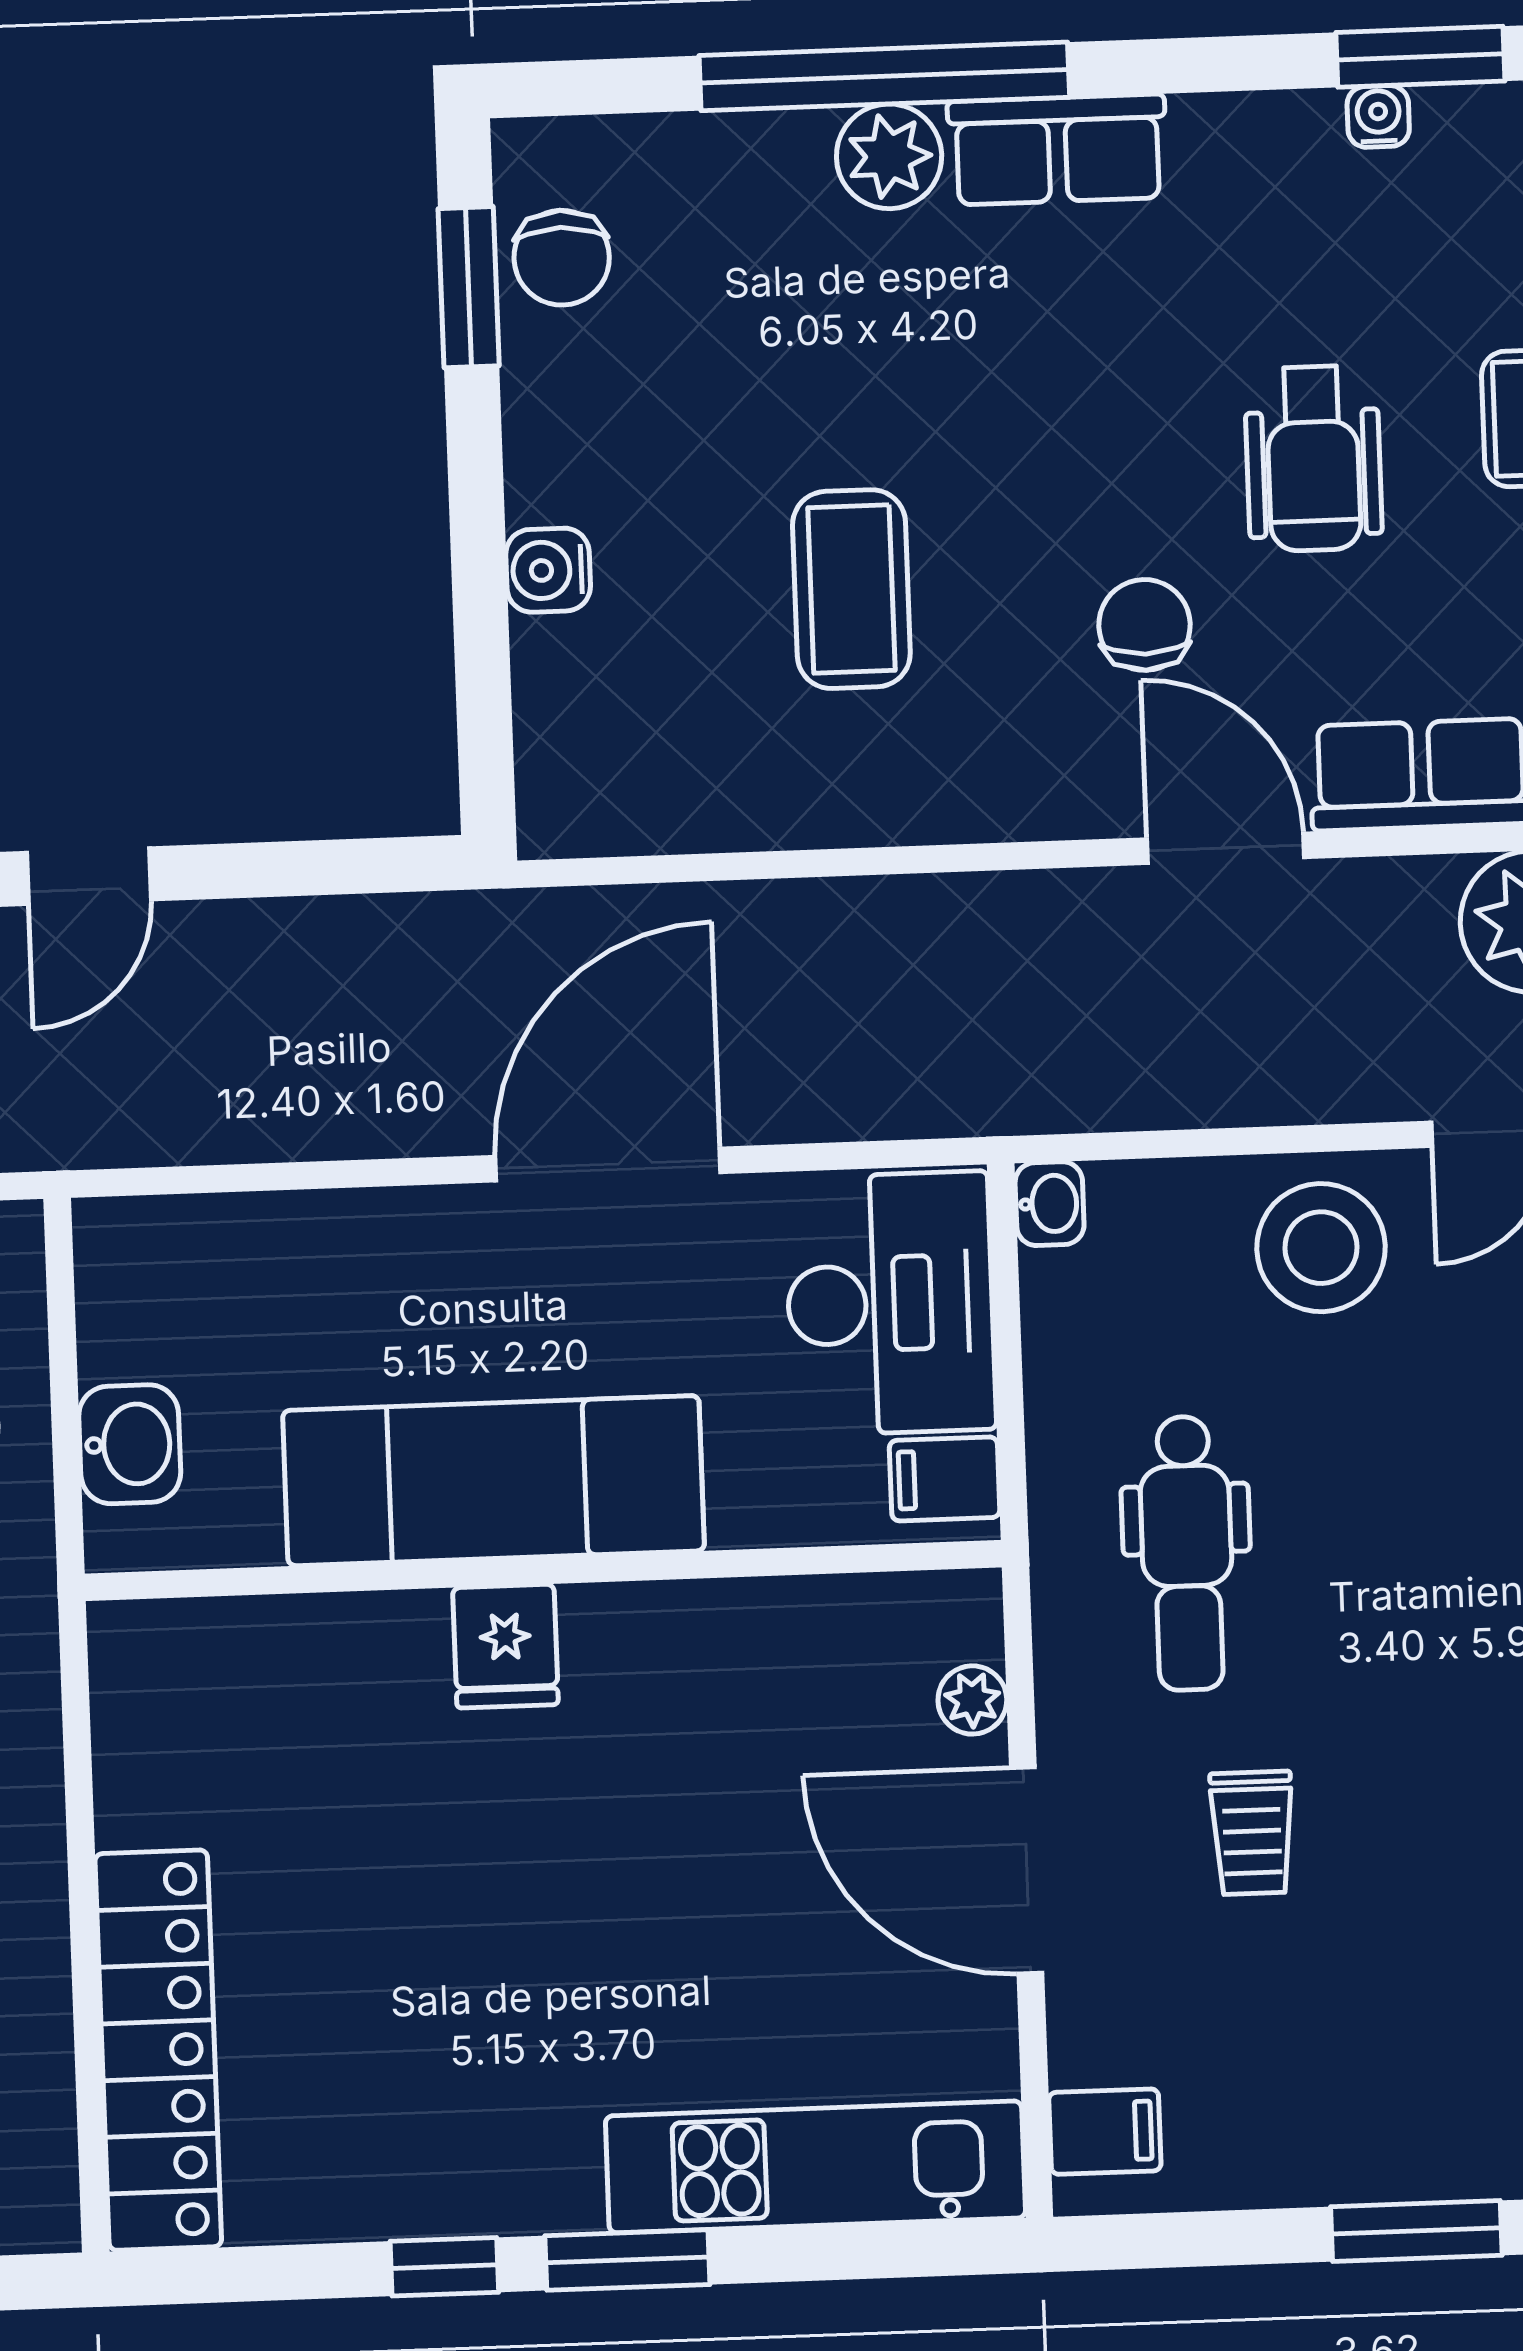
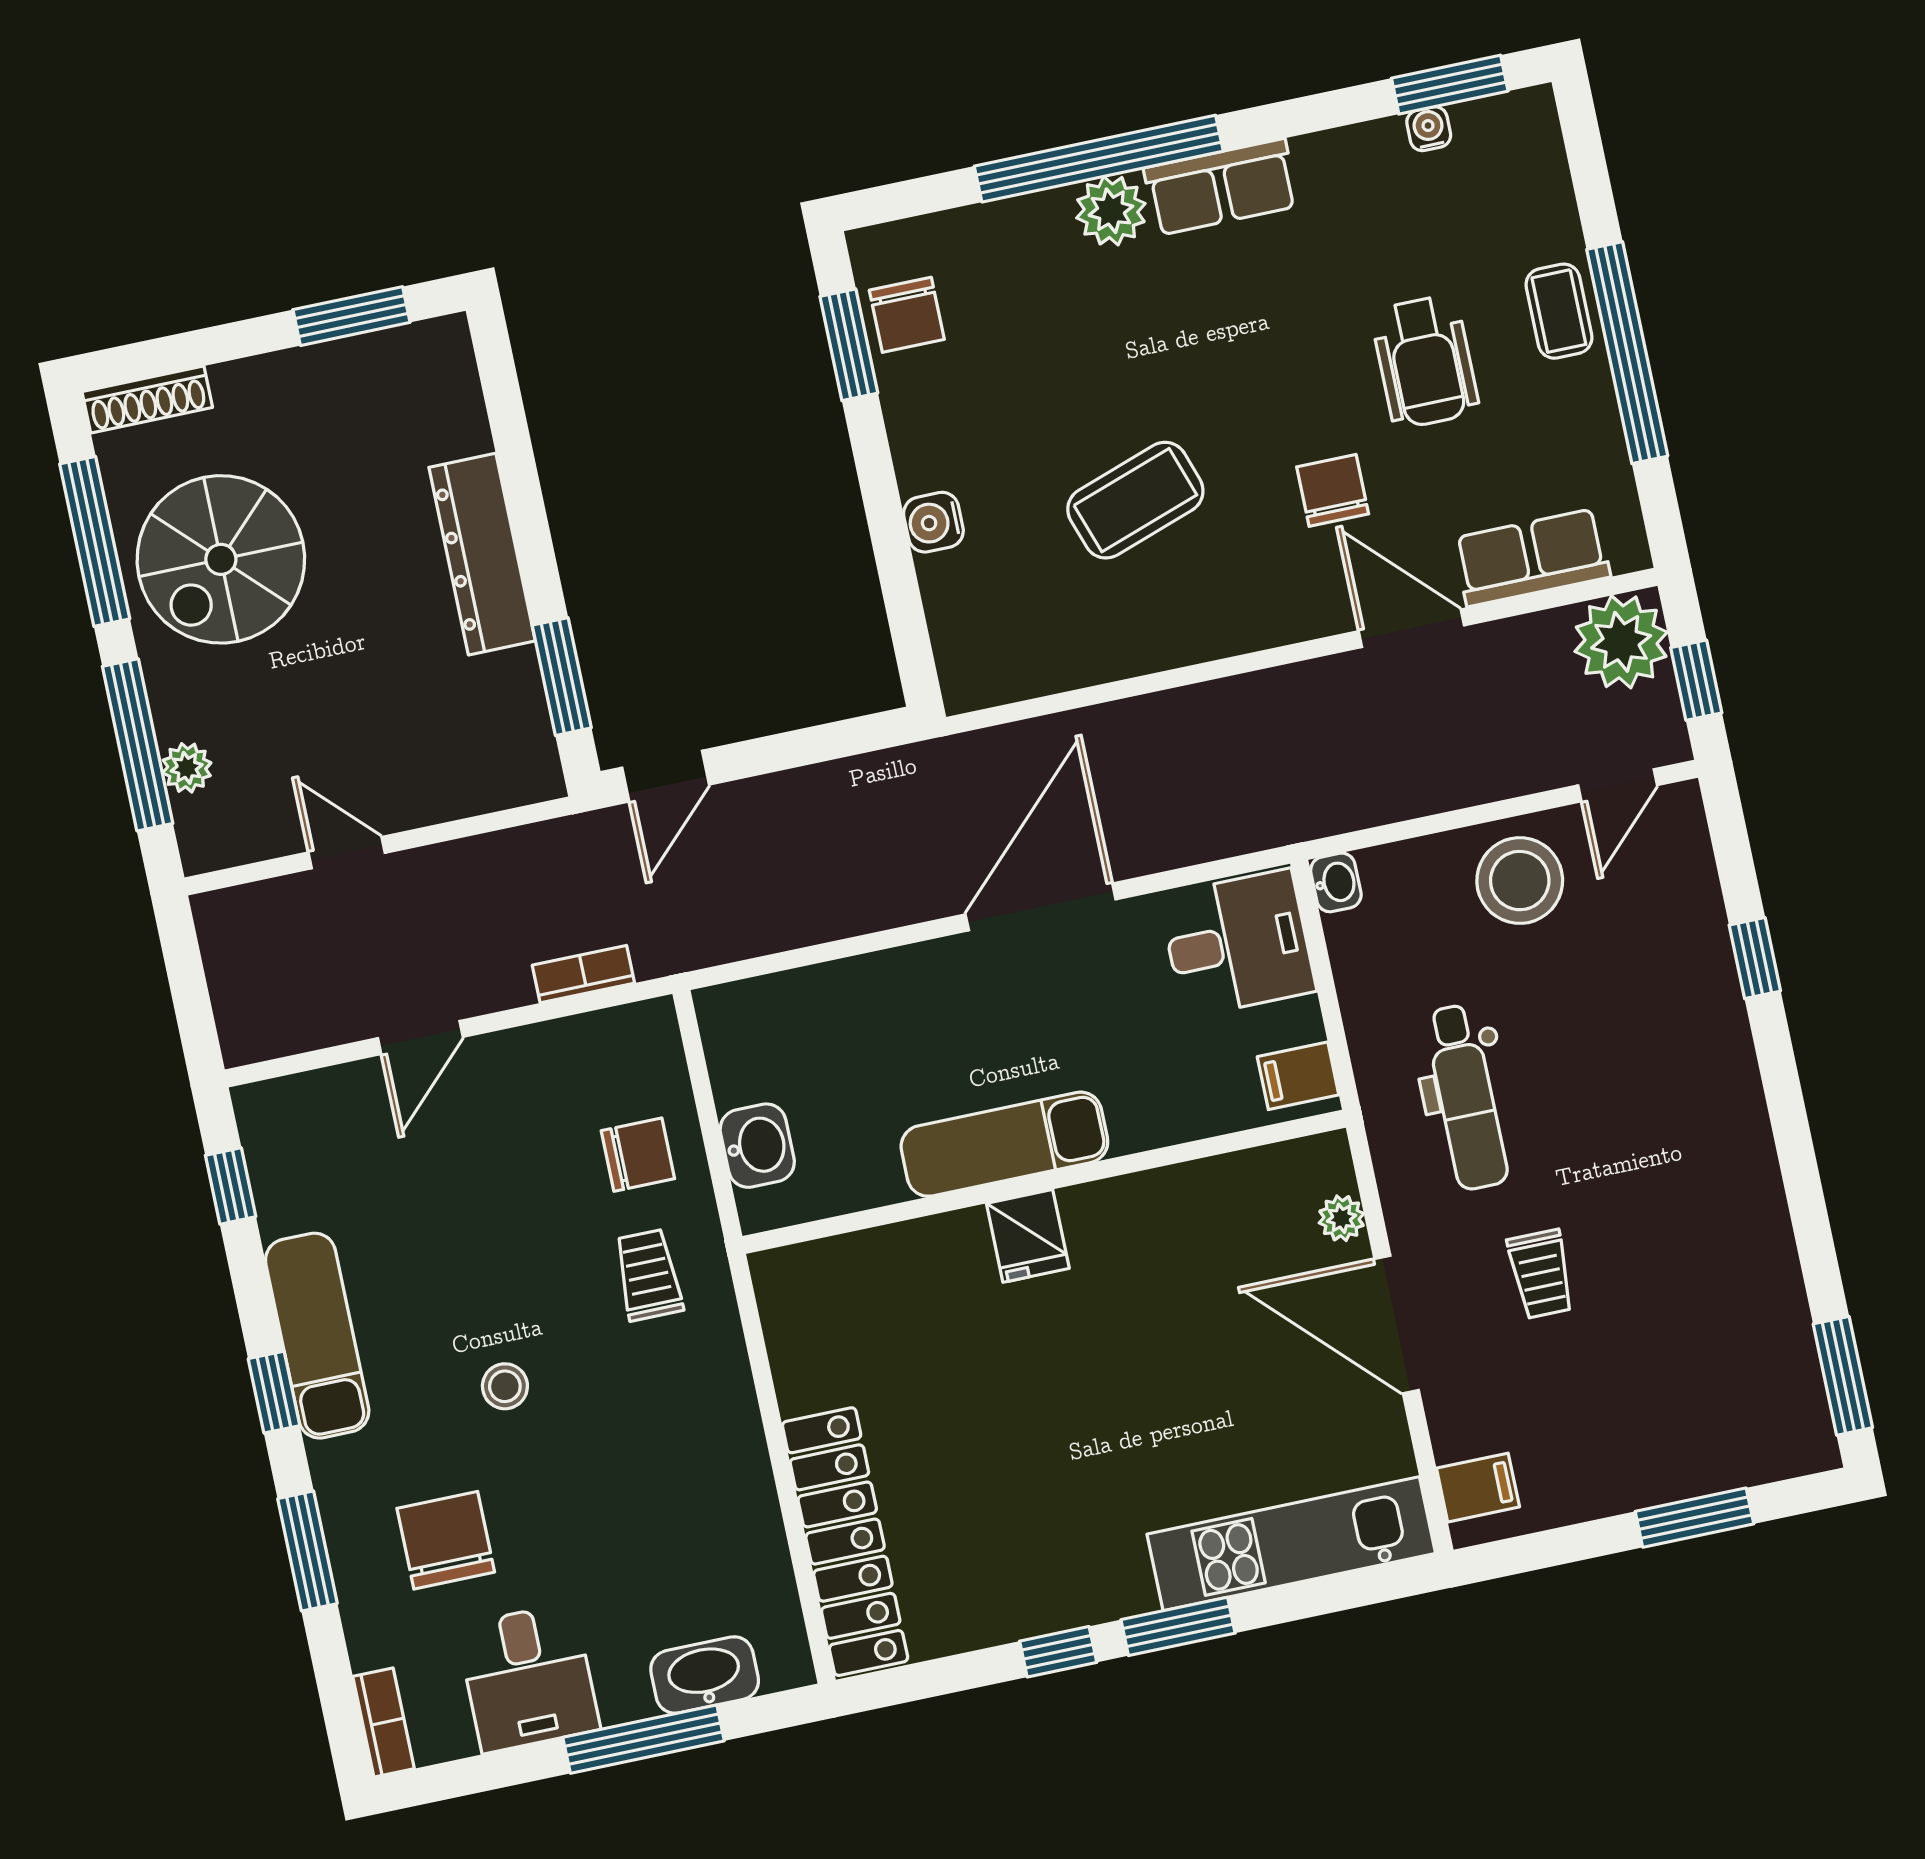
coffee table: (851, 589) -> (1135, 500), turned 71
desk: (890, 1303) -> (1237, 943), width x0.73
exam couch: (493, 1481) -> (1004, 1144), width x0.73, depth x0.69

